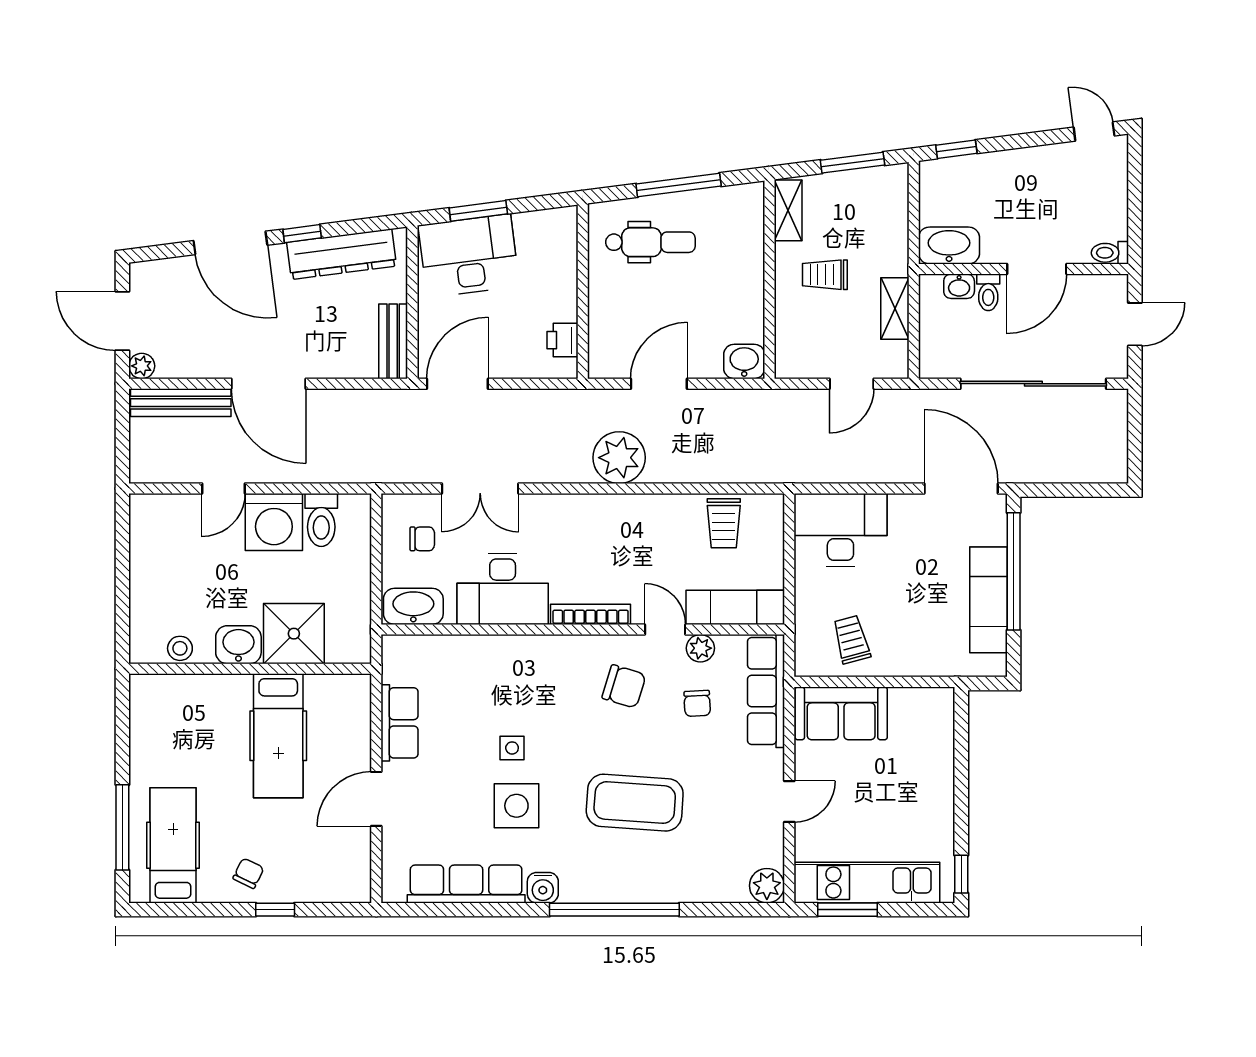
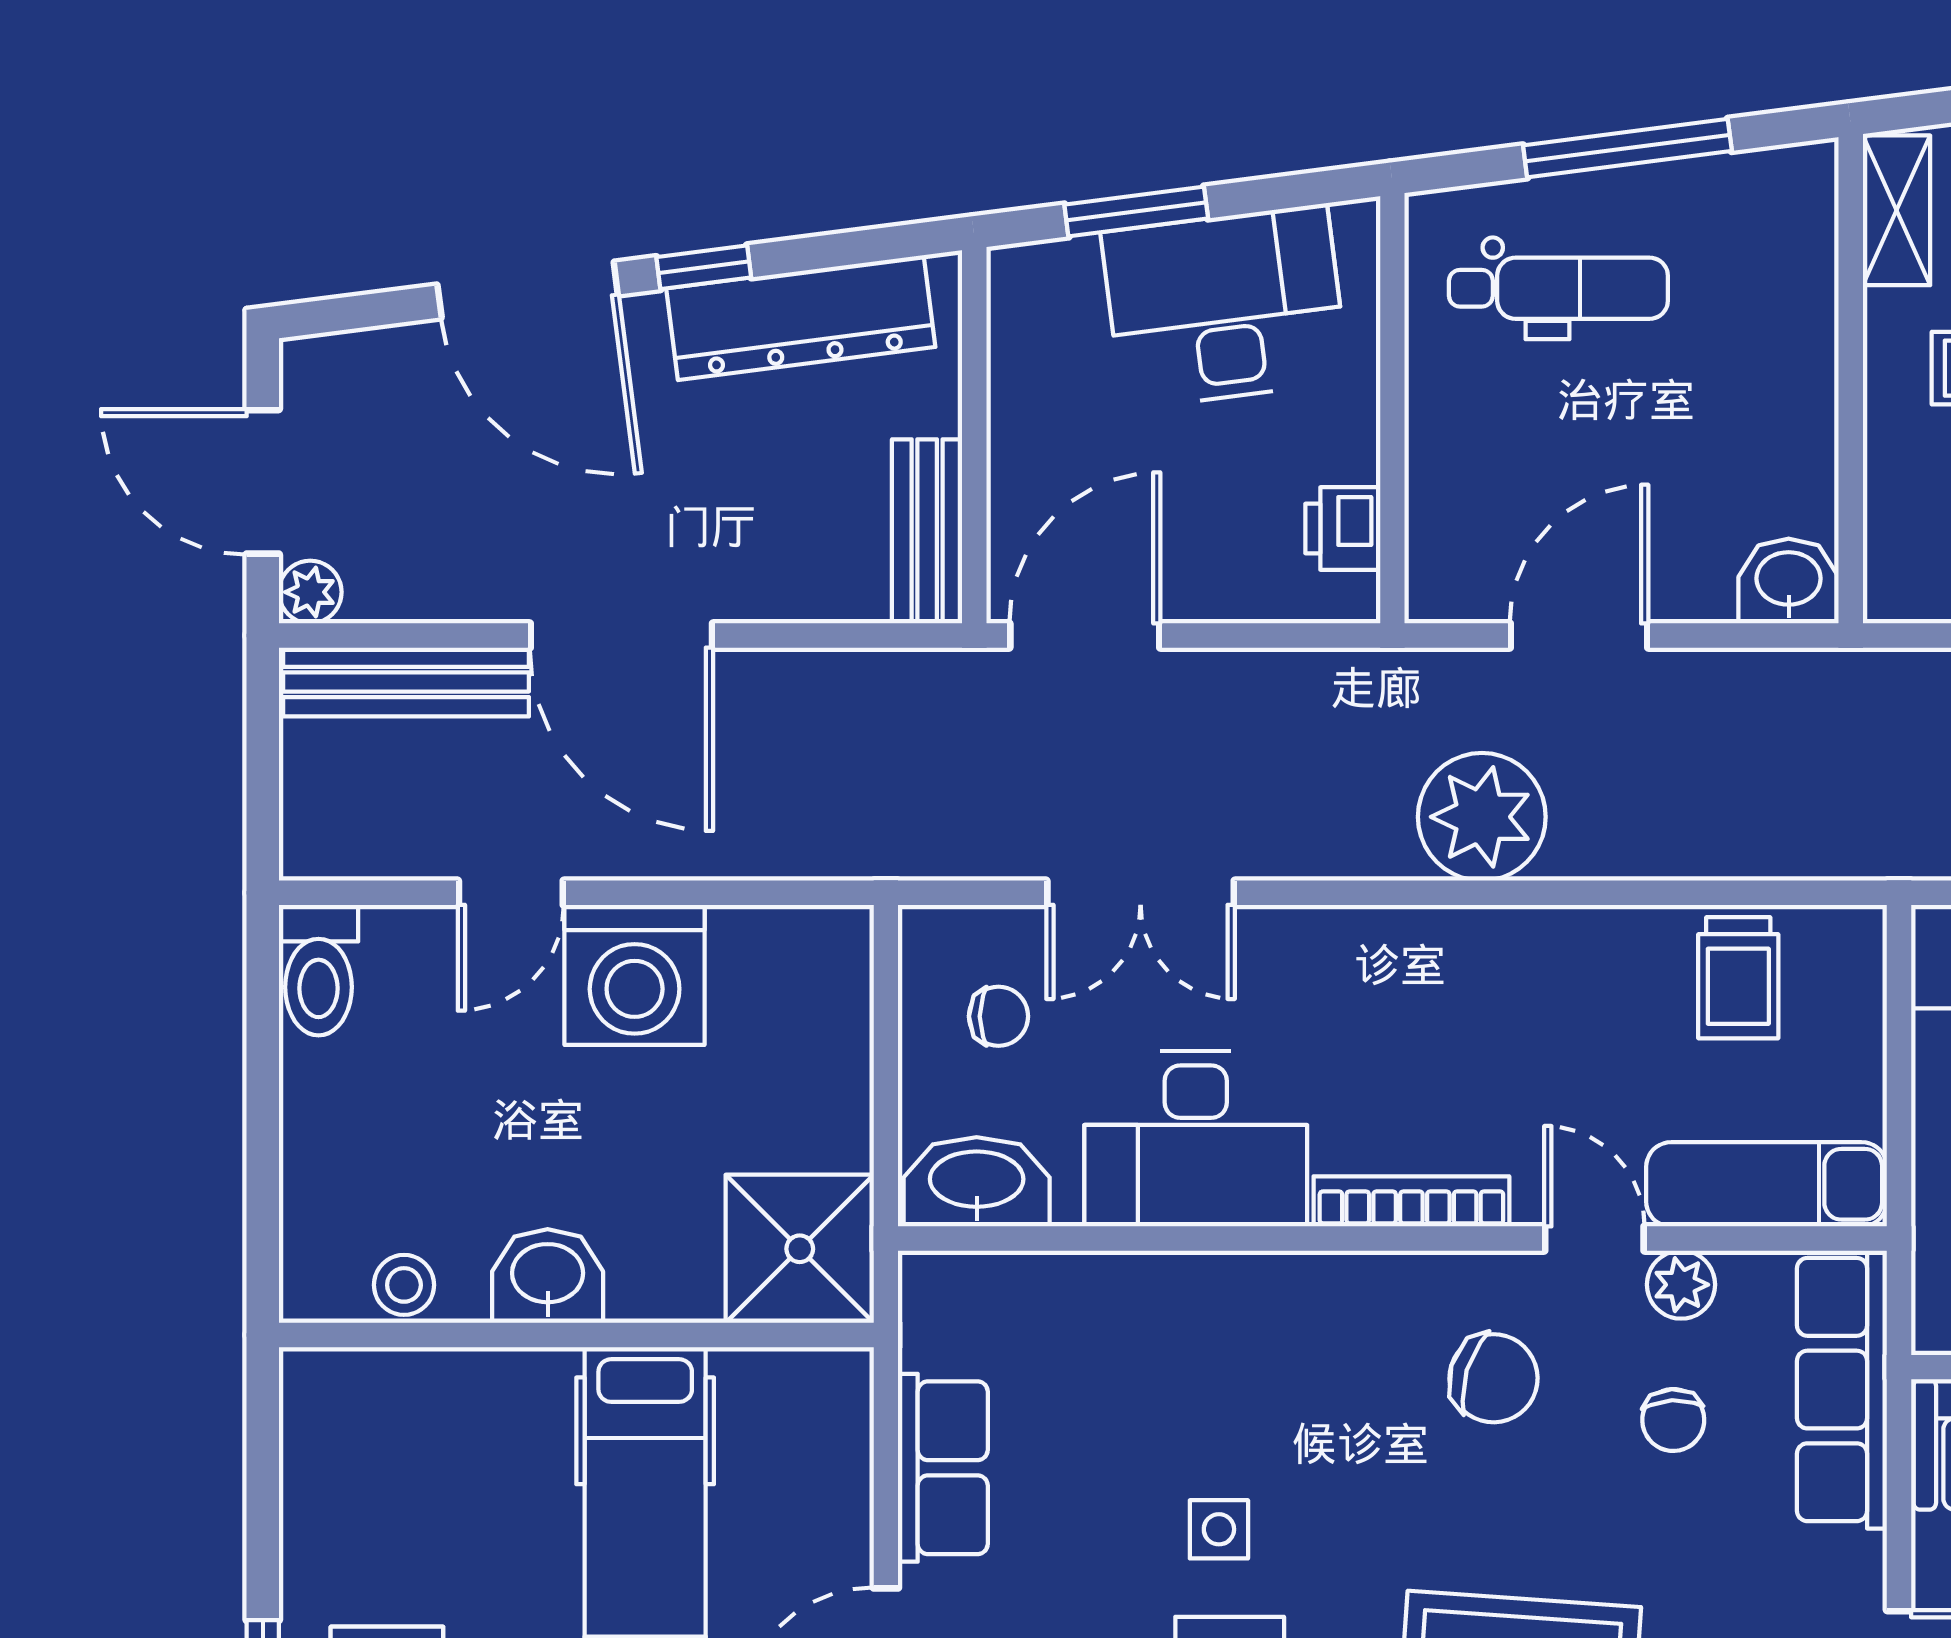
desk: (469, 256) -> (1225, 307), moved
toilet: (321, 520) -> (319, 970), moved
shower: (294, 634) -> (800, 1249), moved

